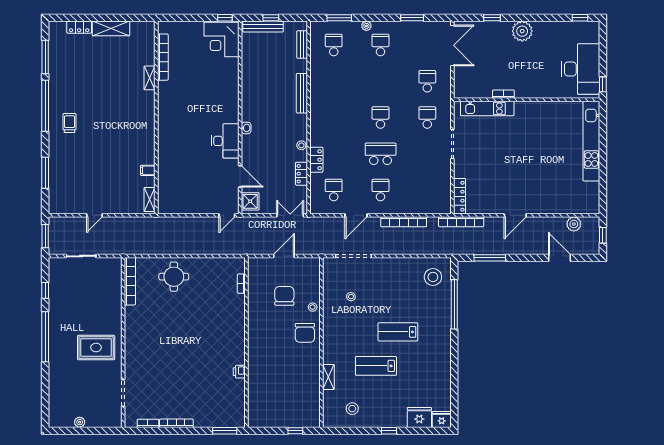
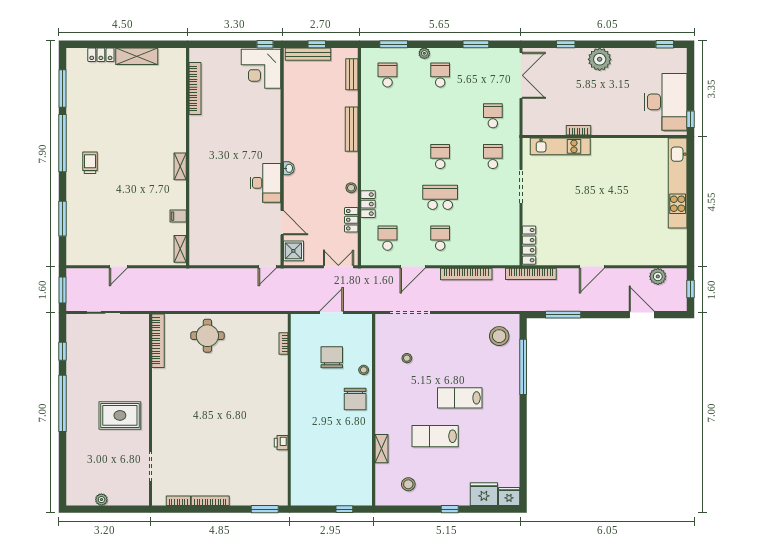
shelving: (150, 78) -> (180, 166), moved

